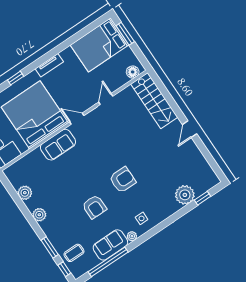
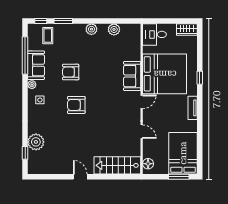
armchair: (123, 180) -> (76, 105), turned 90

